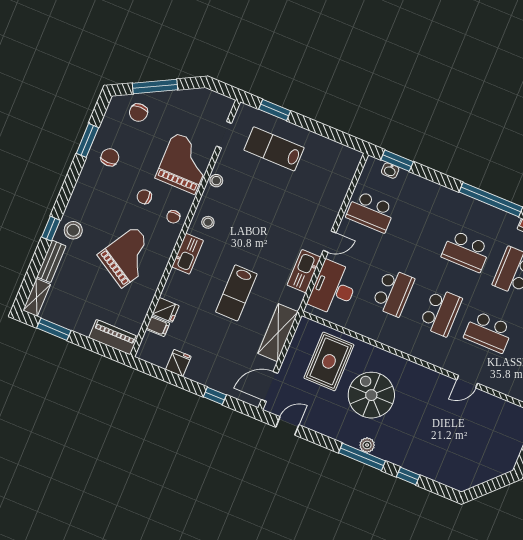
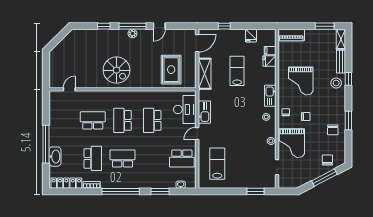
window: (87, 140) -> (348, 120), moved
lab bench: (274, 149) -> (217, 164), moved, turned -90
window: (397, 161) -> (160, 191), moved
school desk: (371, 212) -> (182, 158), turned 180
grand piano: (129, 257) -> (301, 81), turned -31
lab bench: (236, 293) -> (237, 71), moved
door: (467, 382) -> (69, 89), moved
spiral stairs: (371, 395) -> (117, 70), moved
door: (287, 426) -> (159, 26), moved

